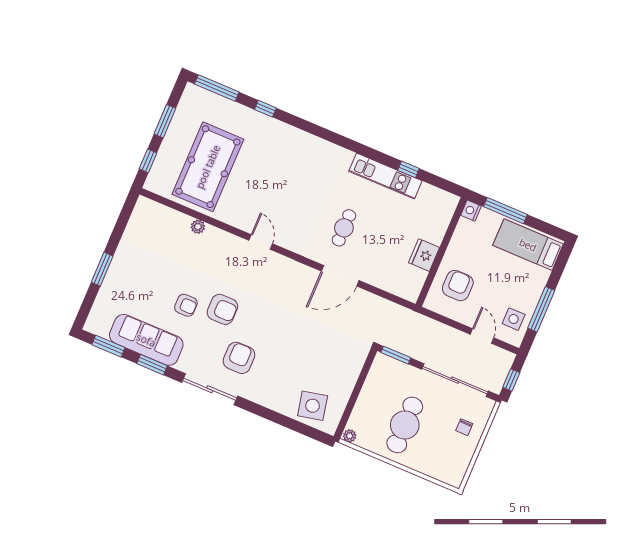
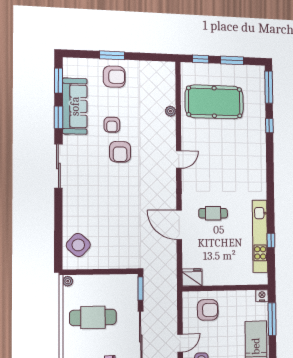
kitchen unit: (385, 176) -> (260, 236), width x1.36
fridge: (424, 255) -> (192, 277), moved
armchair: (239, 358) -> (114, 77), moved
side table: (313, 406) -> (78, 245), turned -36

